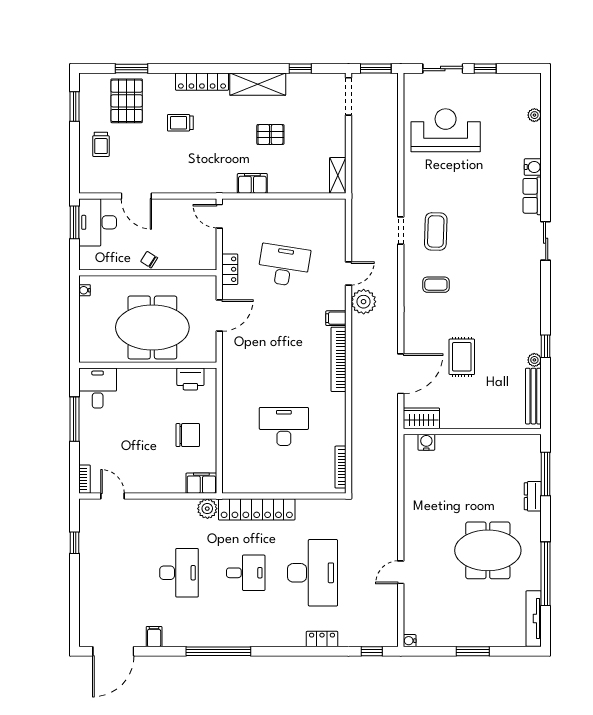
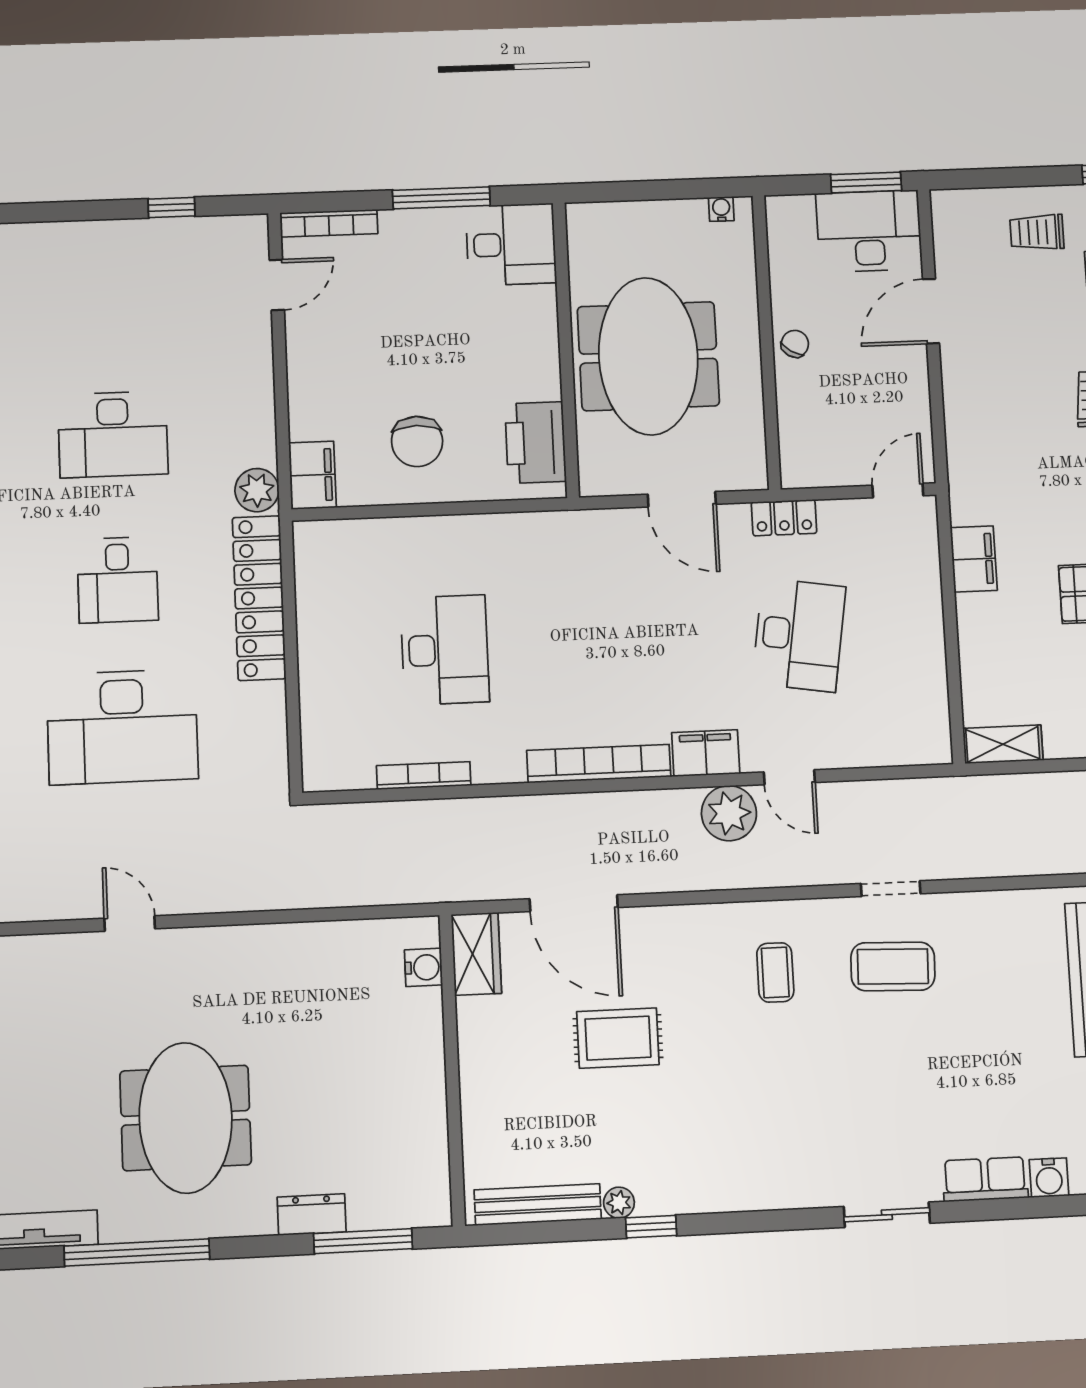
filing cabinet: (336, 318) -> (706, 753), width x2.00
printer: (190, 379) -> (536, 443), width x1.37, depth x1.19
bookcase: (340, 467) -> (424, 776), moved
bookcase: (85, 479) -> (329, 223), width x1.56

